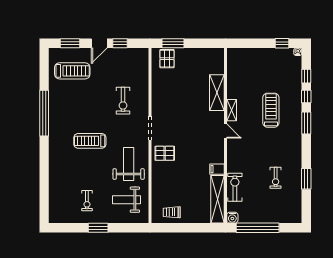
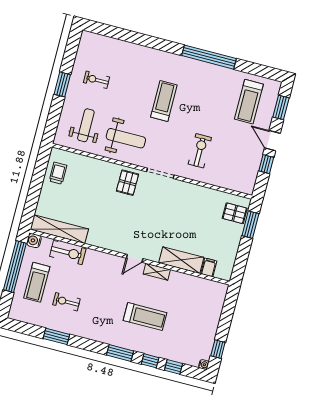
exercise bike: (123, 101) -> (200, 151), turned 90
filing cabinet: (217, 169) -> (209, 267), moved
treadmill: (266, 206) -> (37, 282), added

